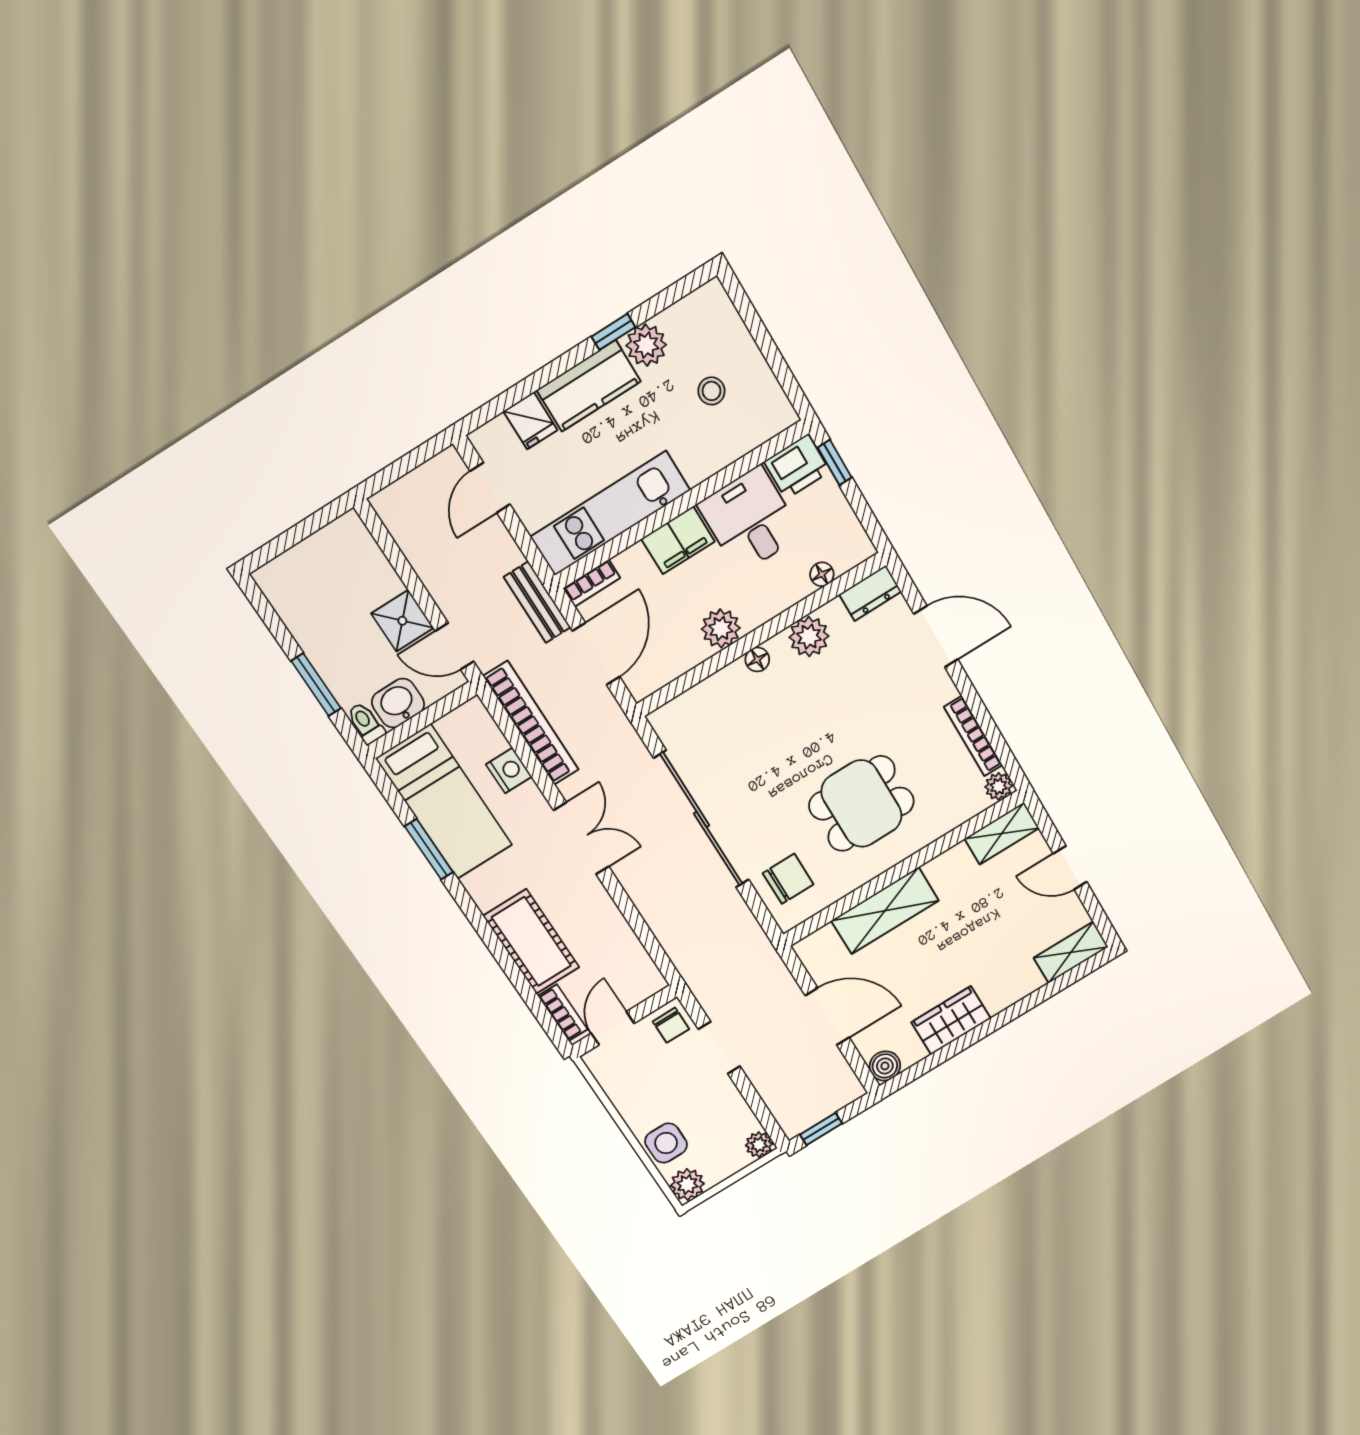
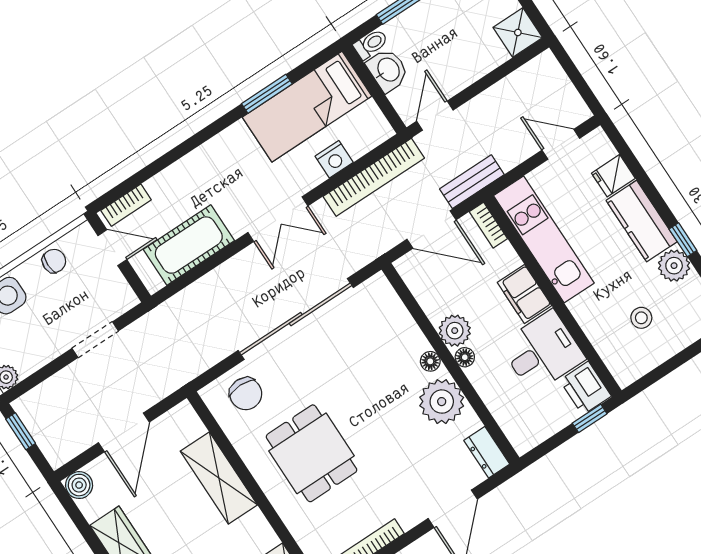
floor lamp: (822, 574) -> (465, 357), moved
shower: (402, 621) -> (518, 32), moved
plant: (809, 637) -> (442, 402), width x1.36, depth x1.36
cot: (531, 942) -> (189, 245), moved
chair: (671, 1025) -> (54, 261), moved, turned 180

